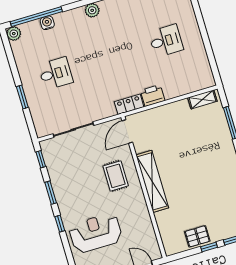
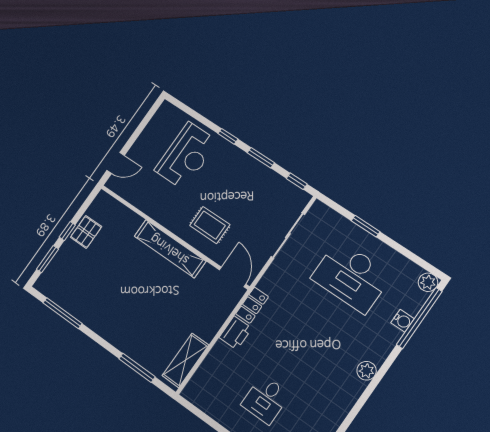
desk: (56, 73) -> (351, 276), width x1.87, depth x1.30
shelving: (202, 99) -> (185, 360), width x1.50, depth x1.33

